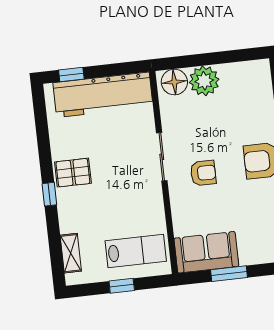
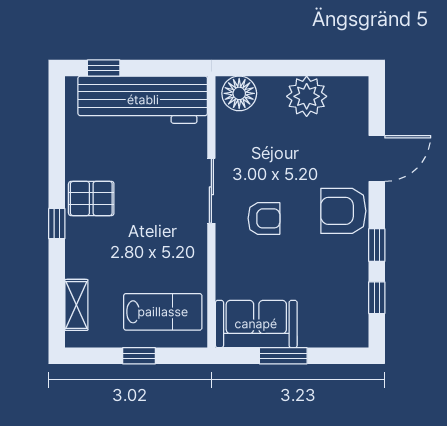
plant: (204, 81) -> (307, 96), moved

